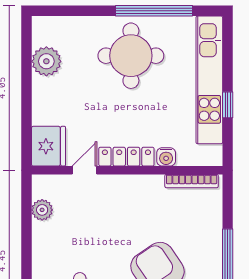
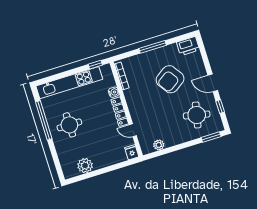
round table: (131, 56) -> (69, 125), width x0.73, depth x0.73
window: (228, 105) -> (95, 65), moved
fridge: (49, 146) -> (132, 152), width x0.53, depth x0.75

